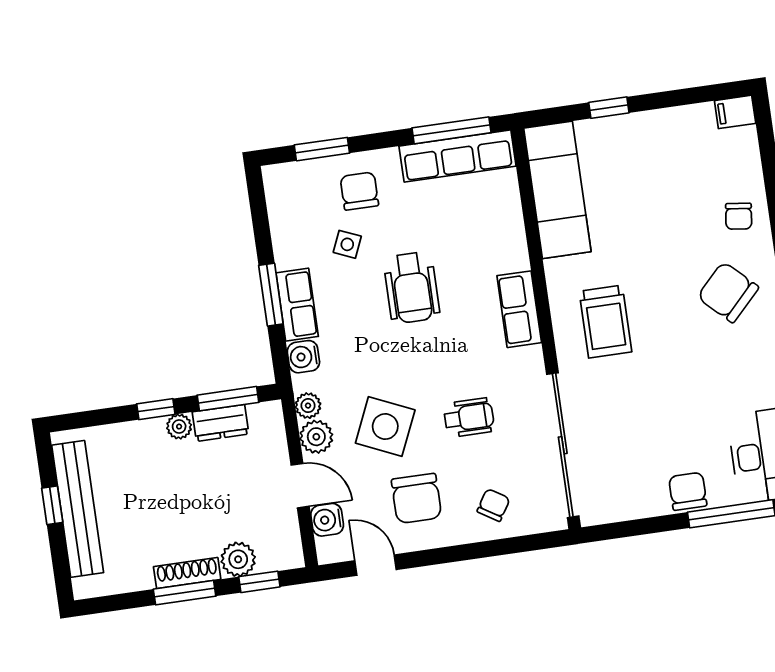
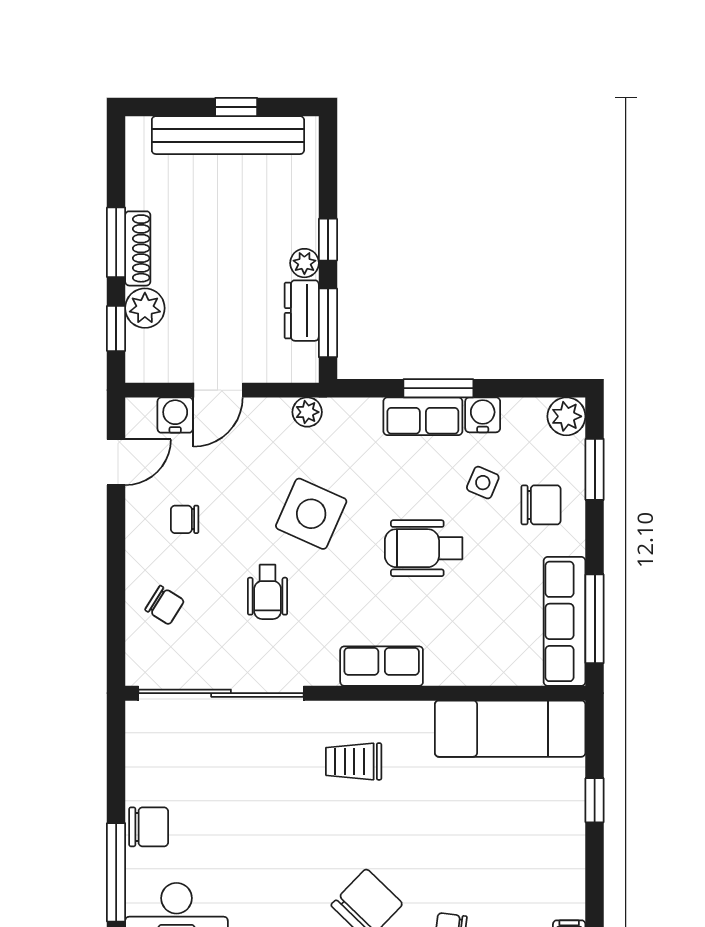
trolley: (605, 322) -> (354, 761), width x0.73, depth x0.72
water cooler: (303, 357) -> (483, 415), moved
side table: (385, 427) -> (311, 514), moved
plant: (316, 437) -> (566, 416), moved
chair: (416, 498) -> (185, 519), width x0.54, depth x0.54

